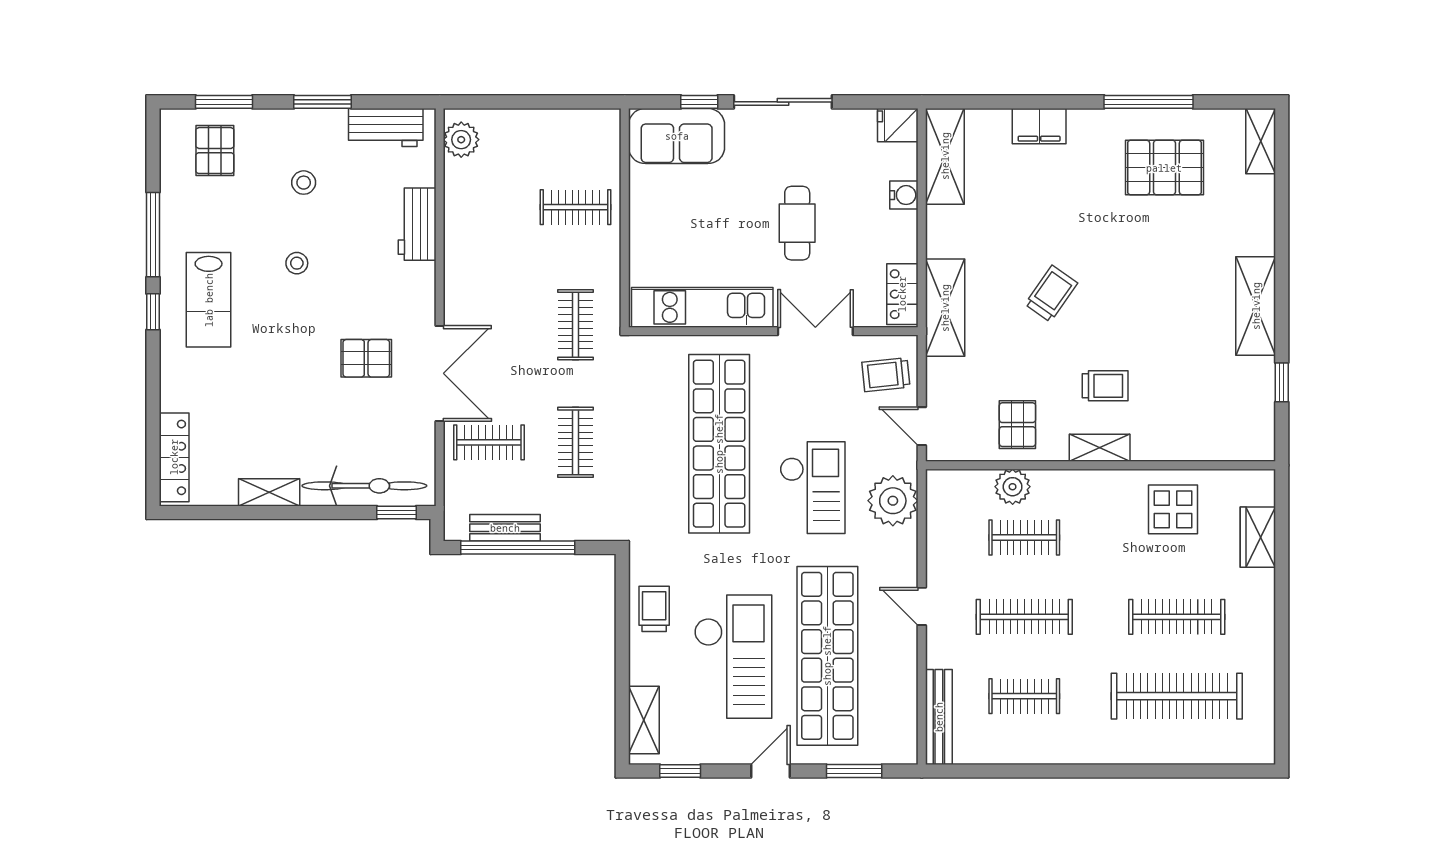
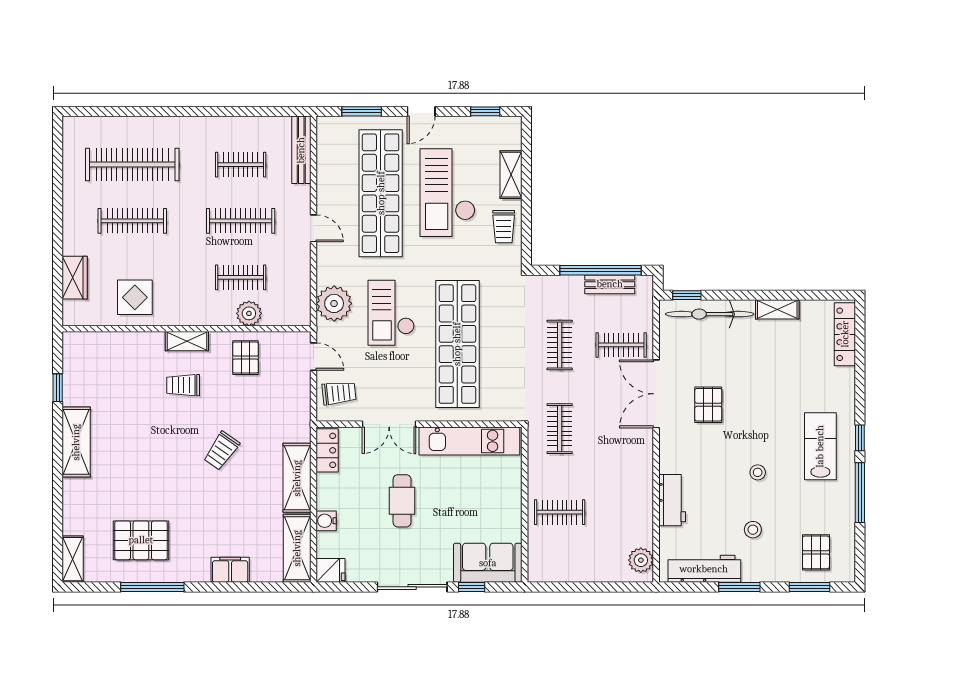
workbench: (386, 127) -> (704, 569), width x1.38
shelving: (945, 308) -> (297, 478), moved
pallet: (366, 358) -> (708, 405), turned 90
shelving: (644, 720) -> (511, 175), moved

